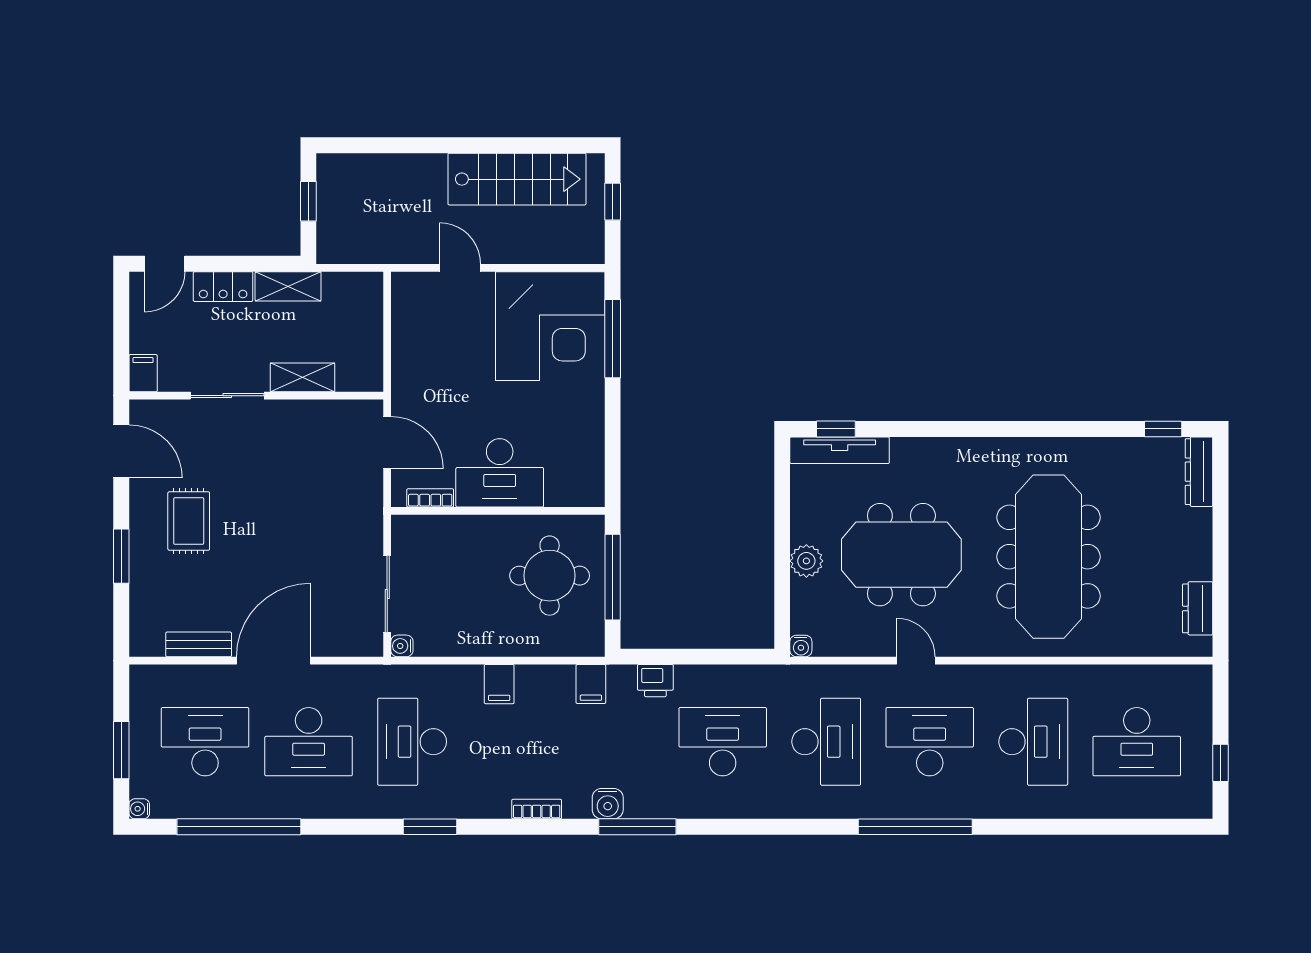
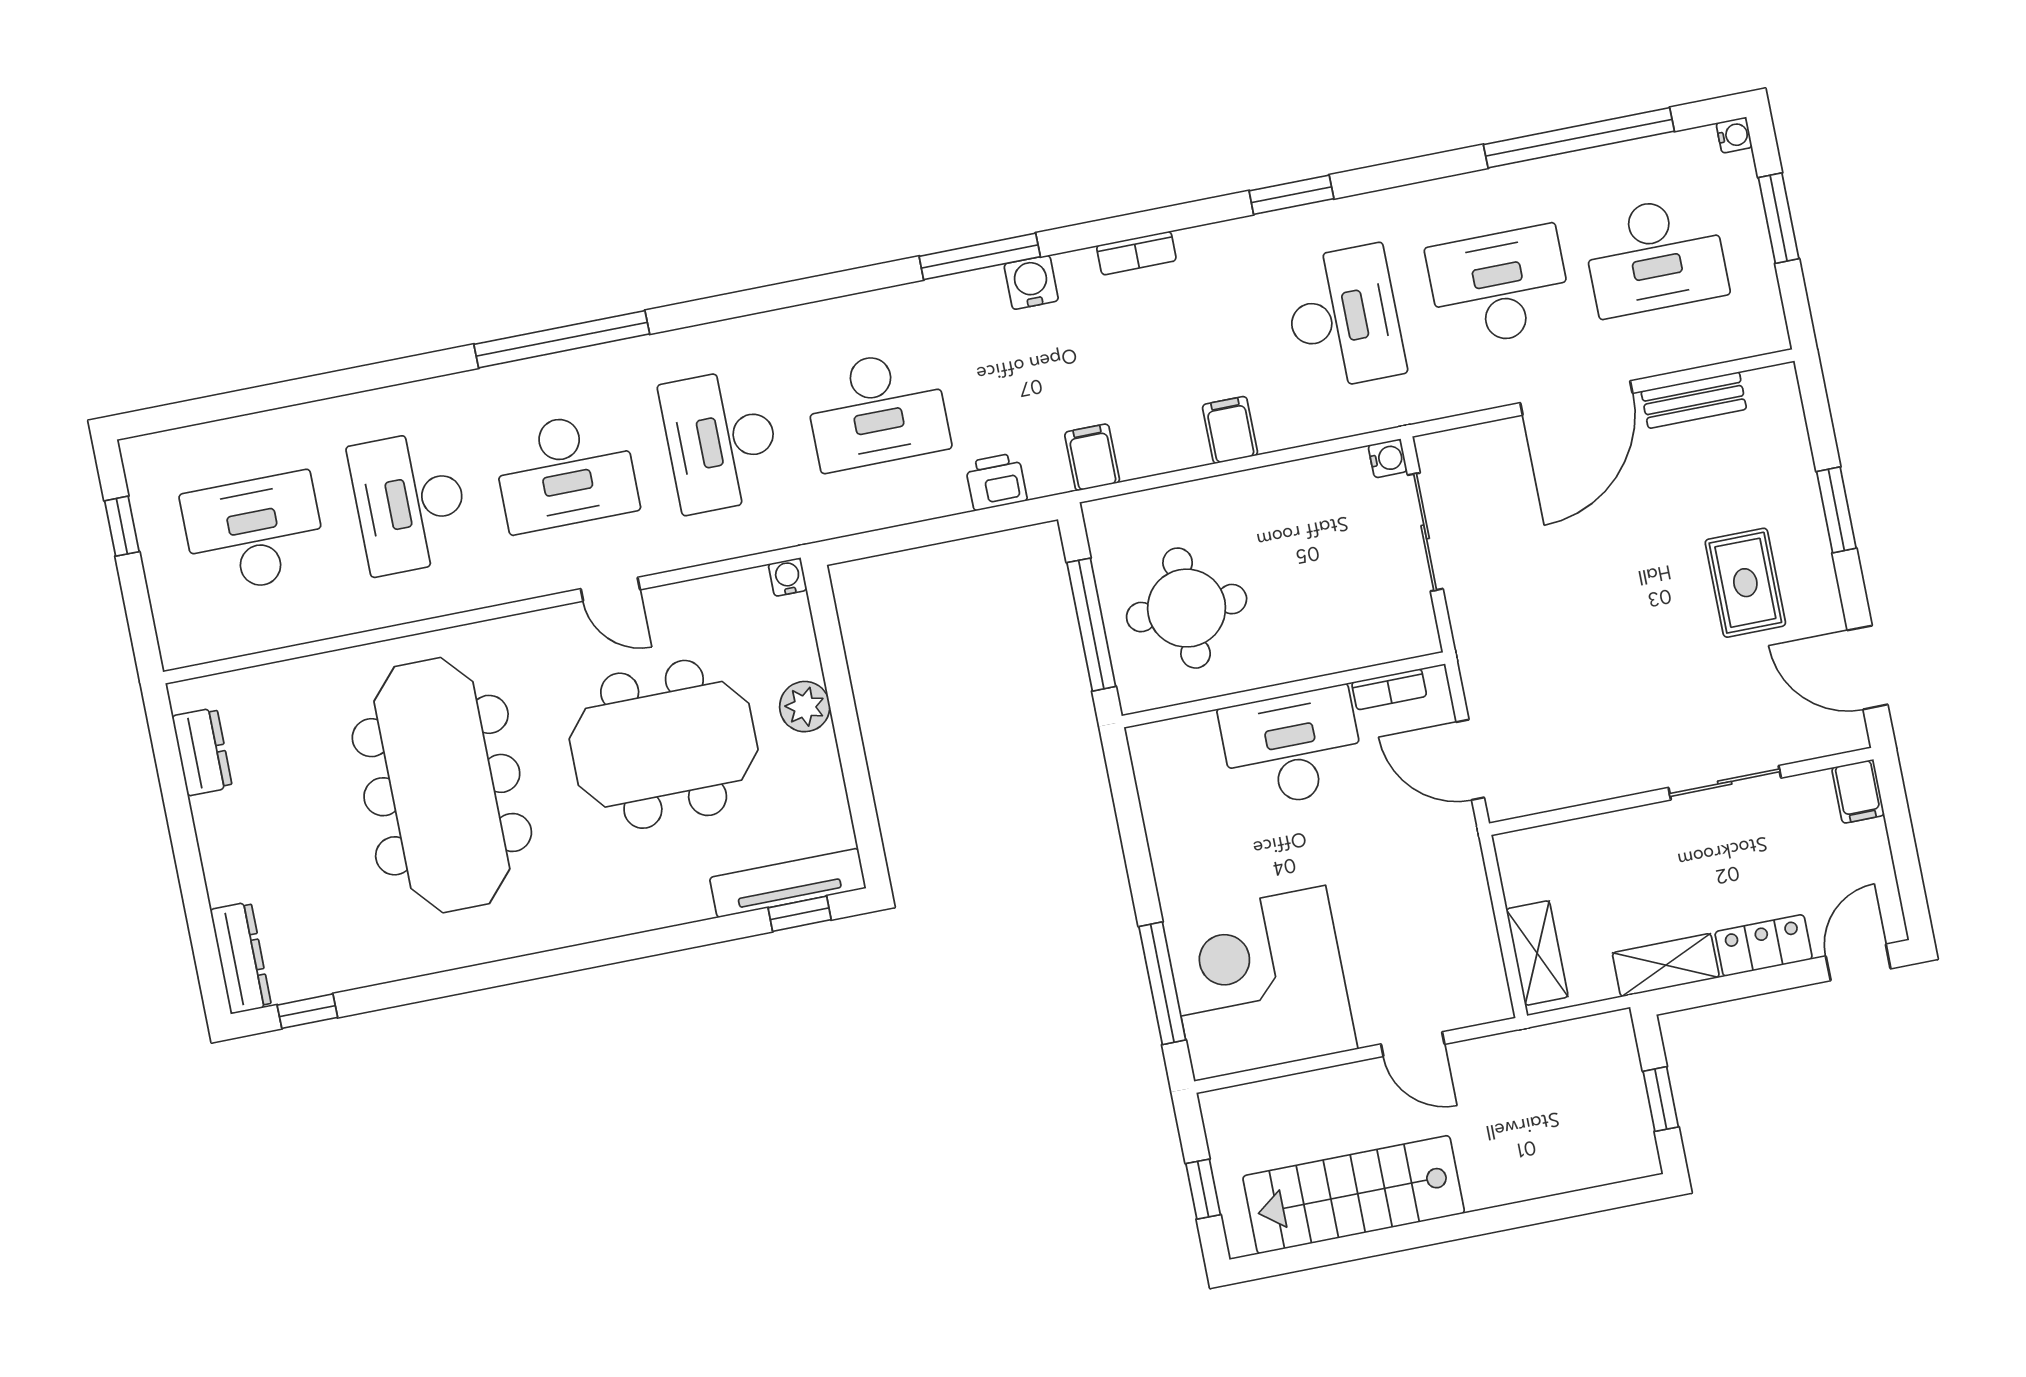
shelving: (302, 377) -> (1537, 953), moved, turned 90

